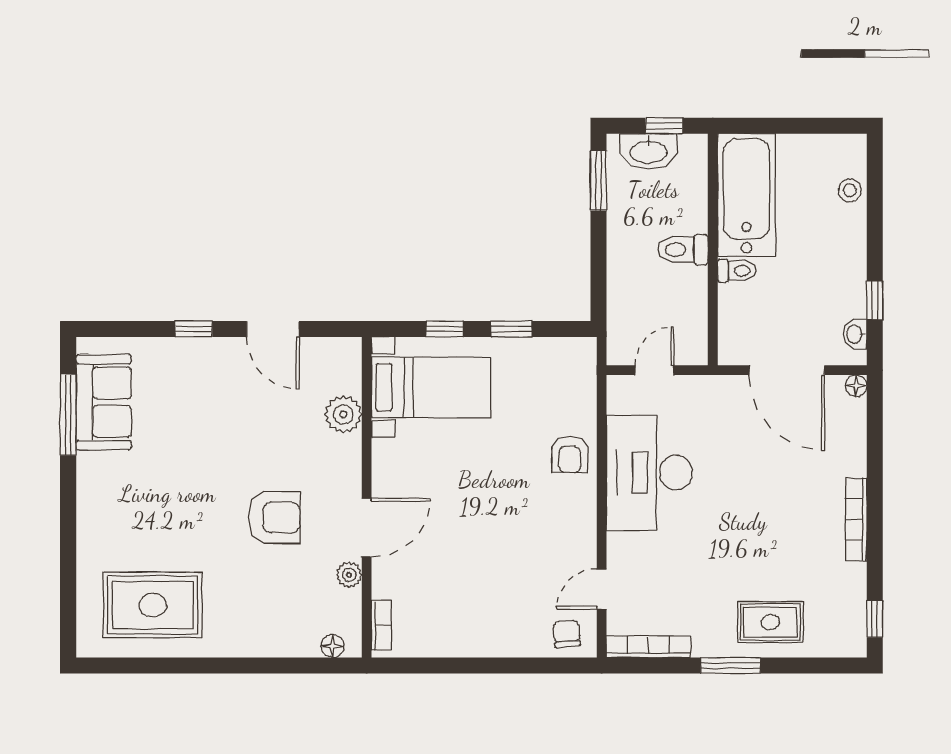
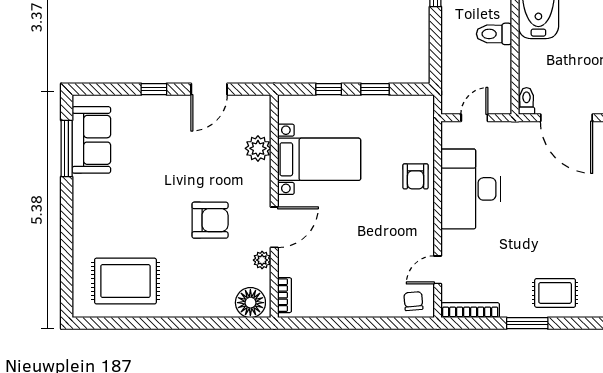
toilet: (737, 271) -> (527, 101), moved, turned -90
door: (273, 329) -> (209, 89), hinge flipped
bed with nightstands: (431, 387) -> (319, 159), moved
floor lamp: (332, 646) -> (250, 303), width x1.89, depth x1.89

